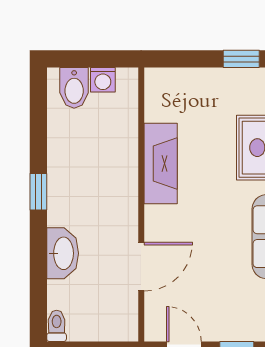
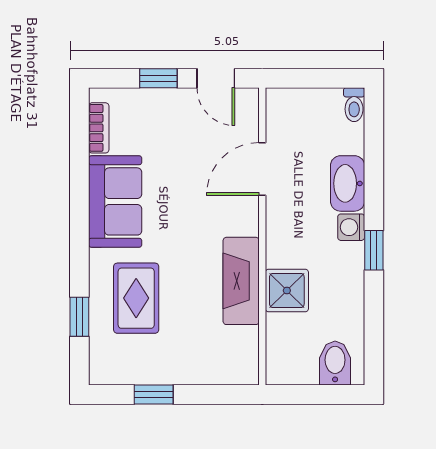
washing machine: (103, 80) -> (351, 227), moved, turned -90
shower: (119, 155) -> (287, 290), added

